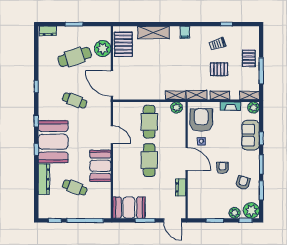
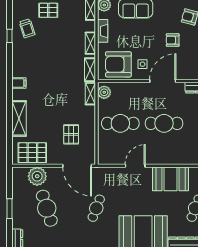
trolley: (217, 44) -> (27, 28), moved
pallet: (219, 69) -> (71, 134), moved
door: (112, 84) -> (77, 166), hinge flipped

